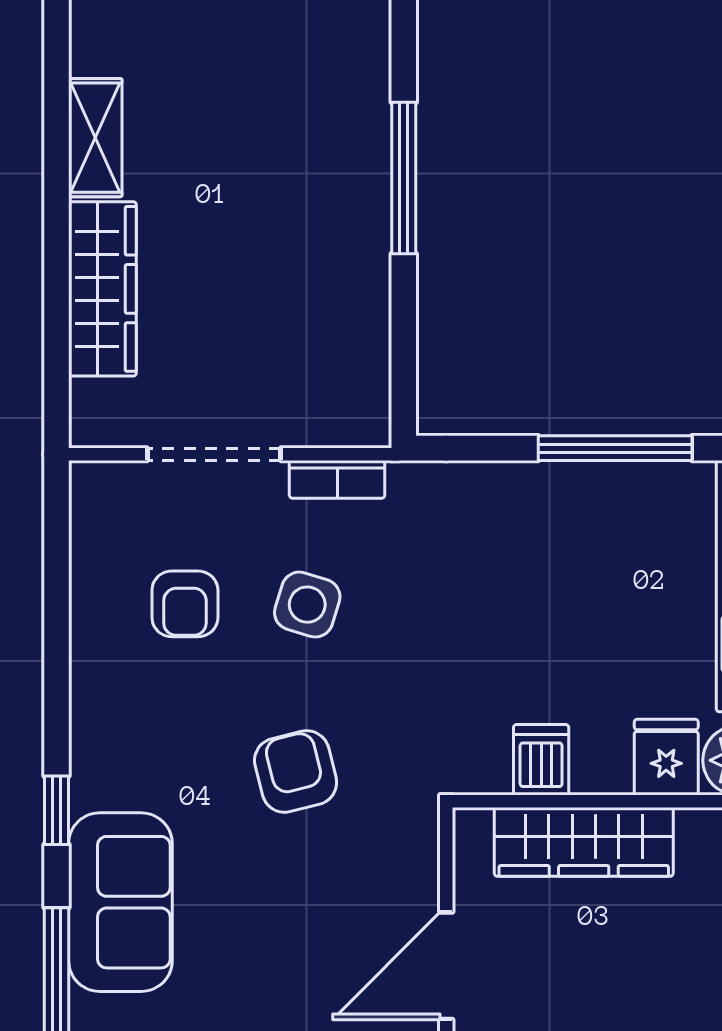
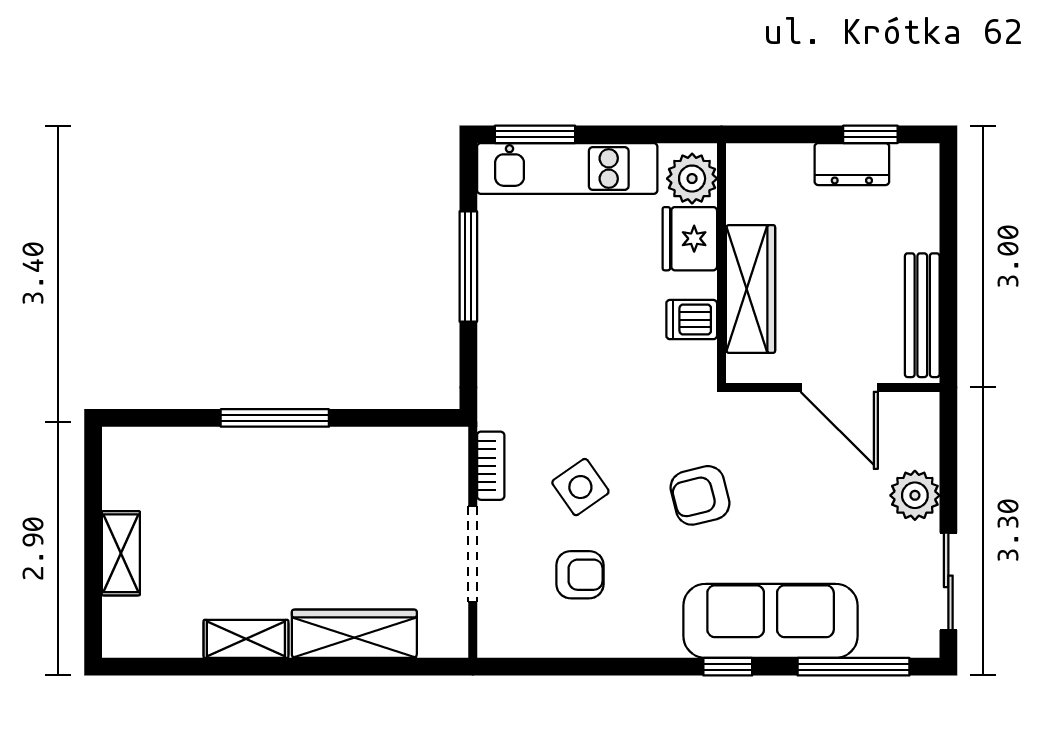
side table: (307, 605) -> (580, 487), turned 38
fridge: (666, 757) -> (690, 239), width x1.38
sofa: (120, 902) -> (771, 621), width x1.36

